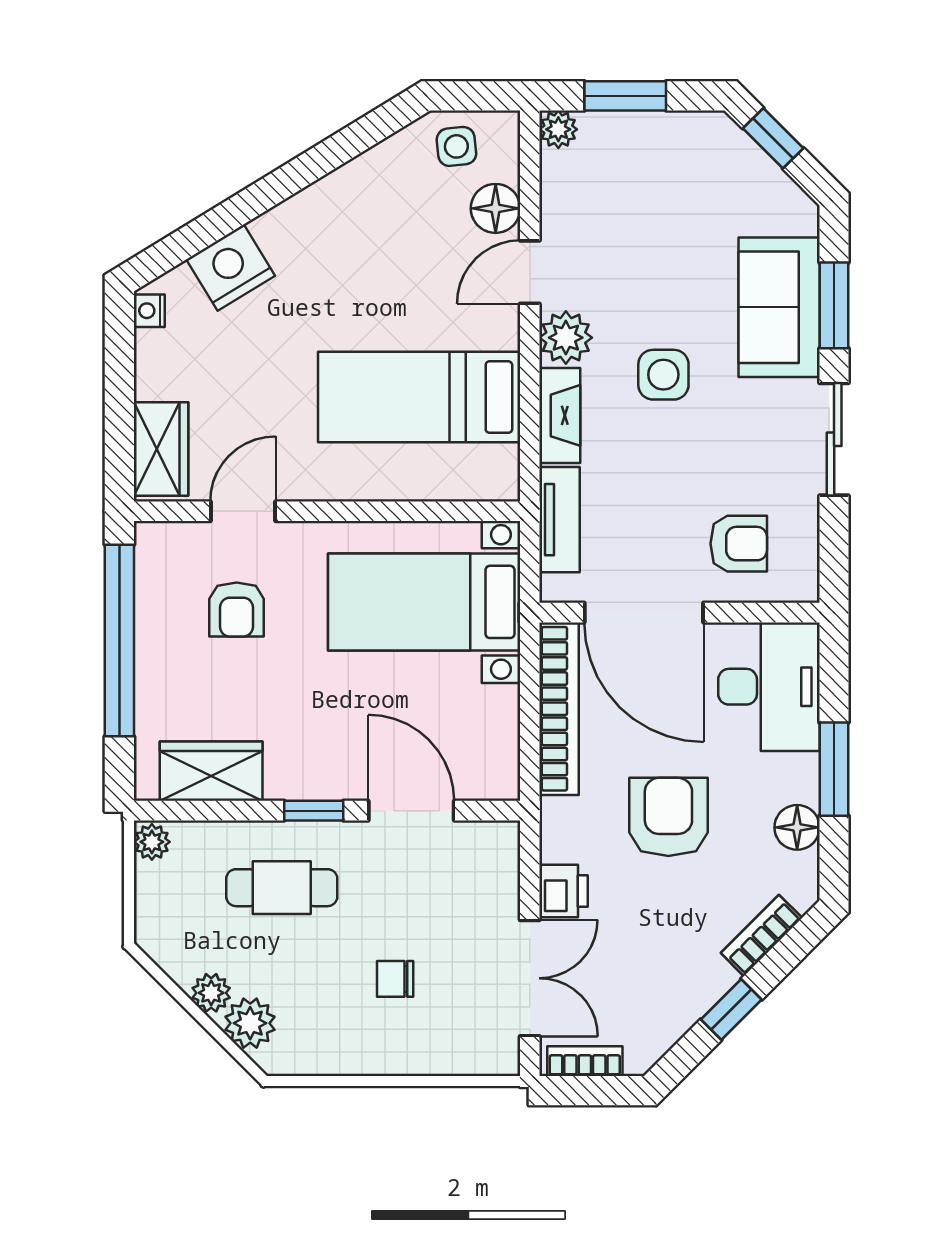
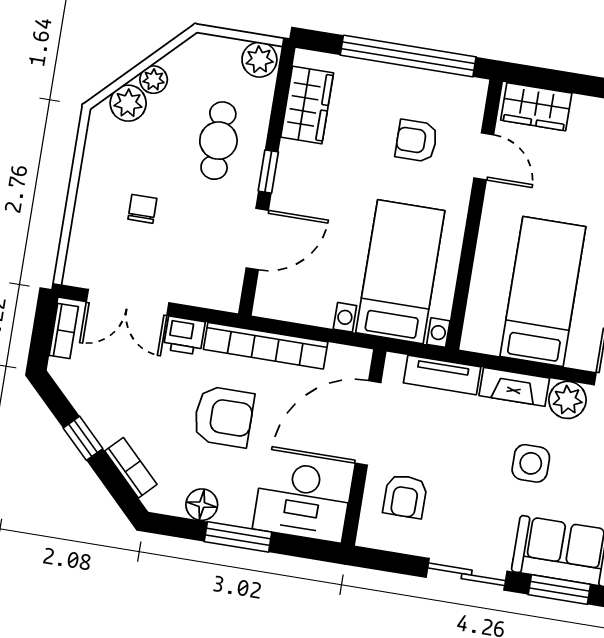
bookcase: (559, 709) -> (266, 346), moved
plant: (152, 842) -> (259, 60), width x1.38, depth x1.38

